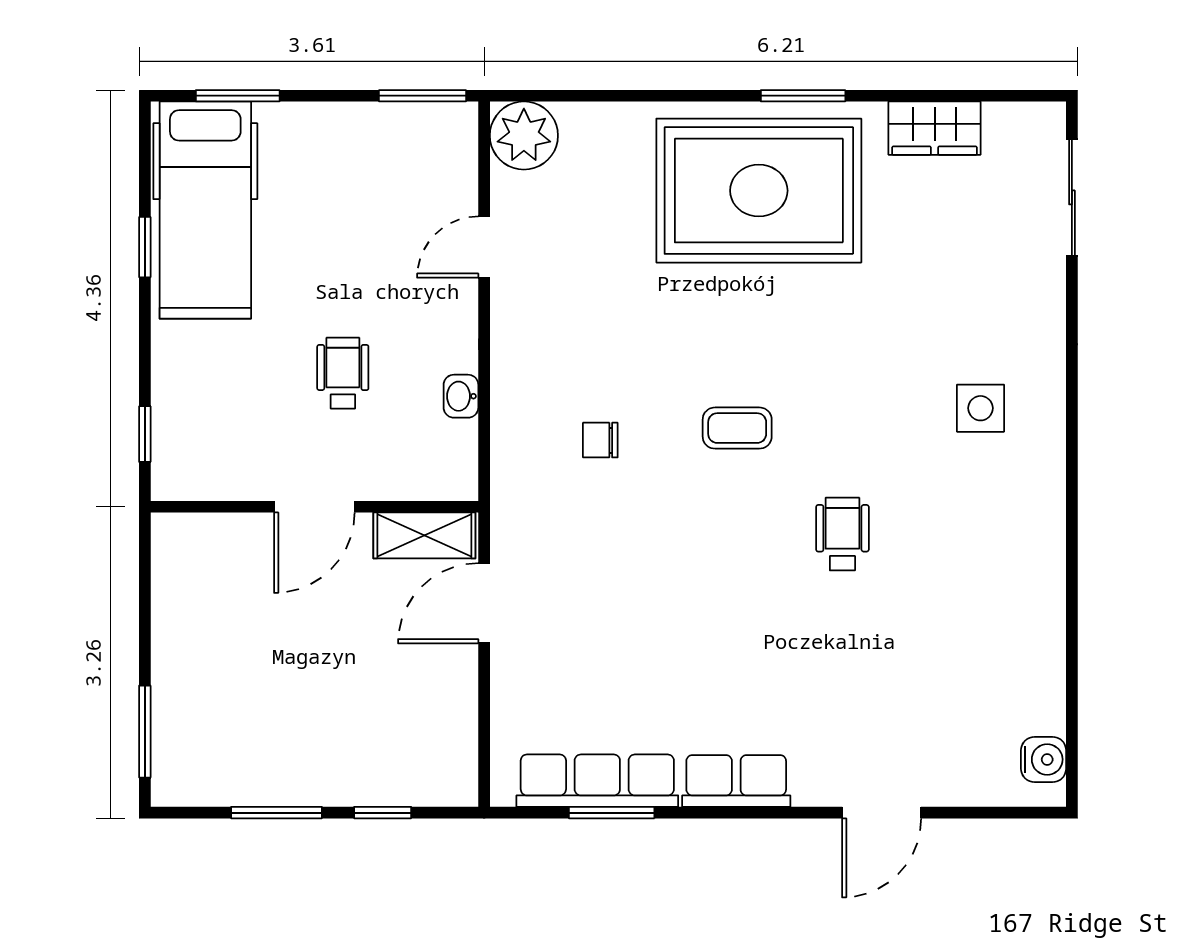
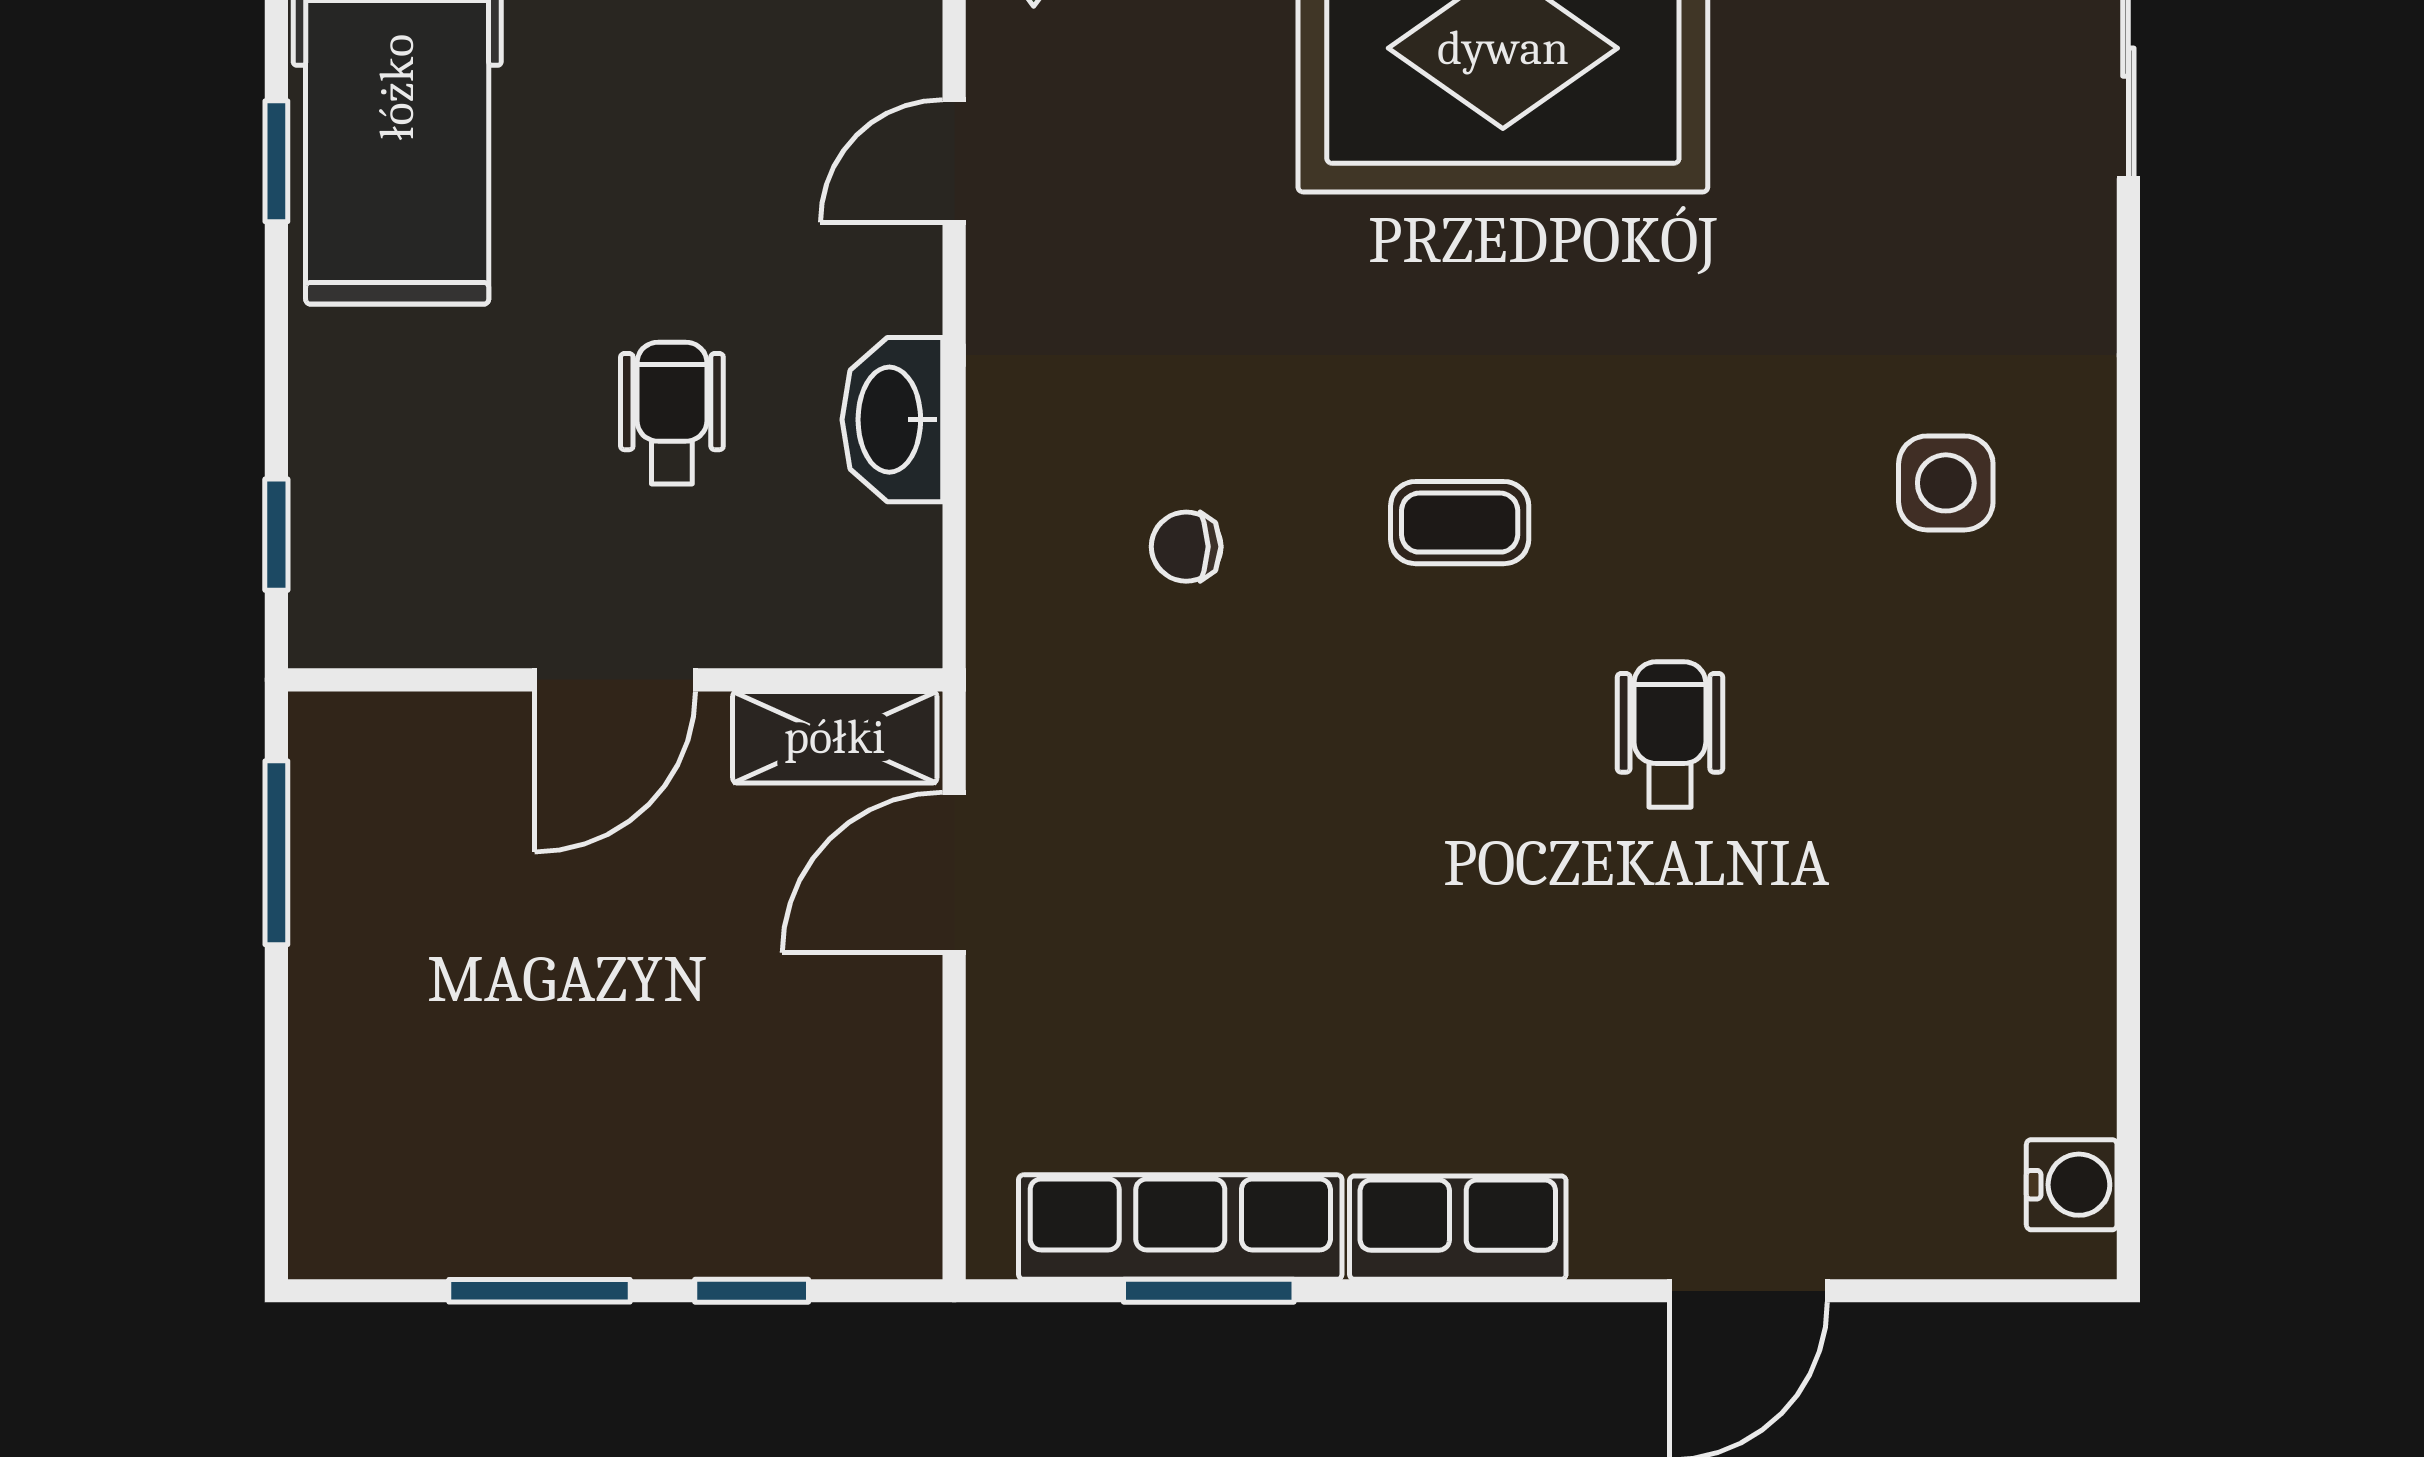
washbasin: (461, 396) -> (892, 420), width x1.91, depth x1.45
window: (145, 732) -> (276, 853), moved

